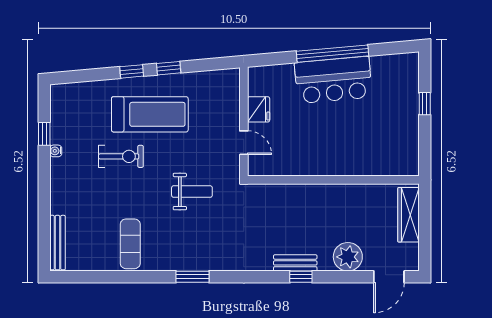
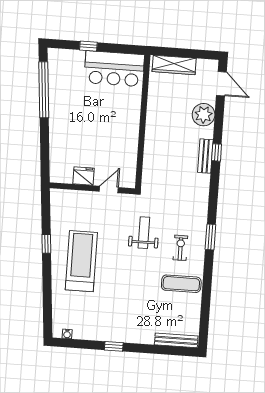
window: (333, 54) -> (44, 90), moved
window: (132, 71) -> (47, 273), removed
bar counter: (333, 80) -> (114, 69), moved, turned 95
window: (44, 134) -> (114, 346), moved
water cooler: (56, 151) -> (67, 334), moved
exercise bike: (121, 156) -> (180, 248), moved, width x0.73, depth x0.72

